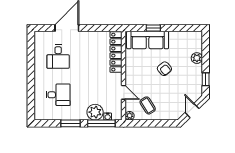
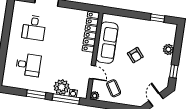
window: (153, 28) -> (157, 18), moved
sofa: (148, 40) -> (107, 43), moved, turned -90

